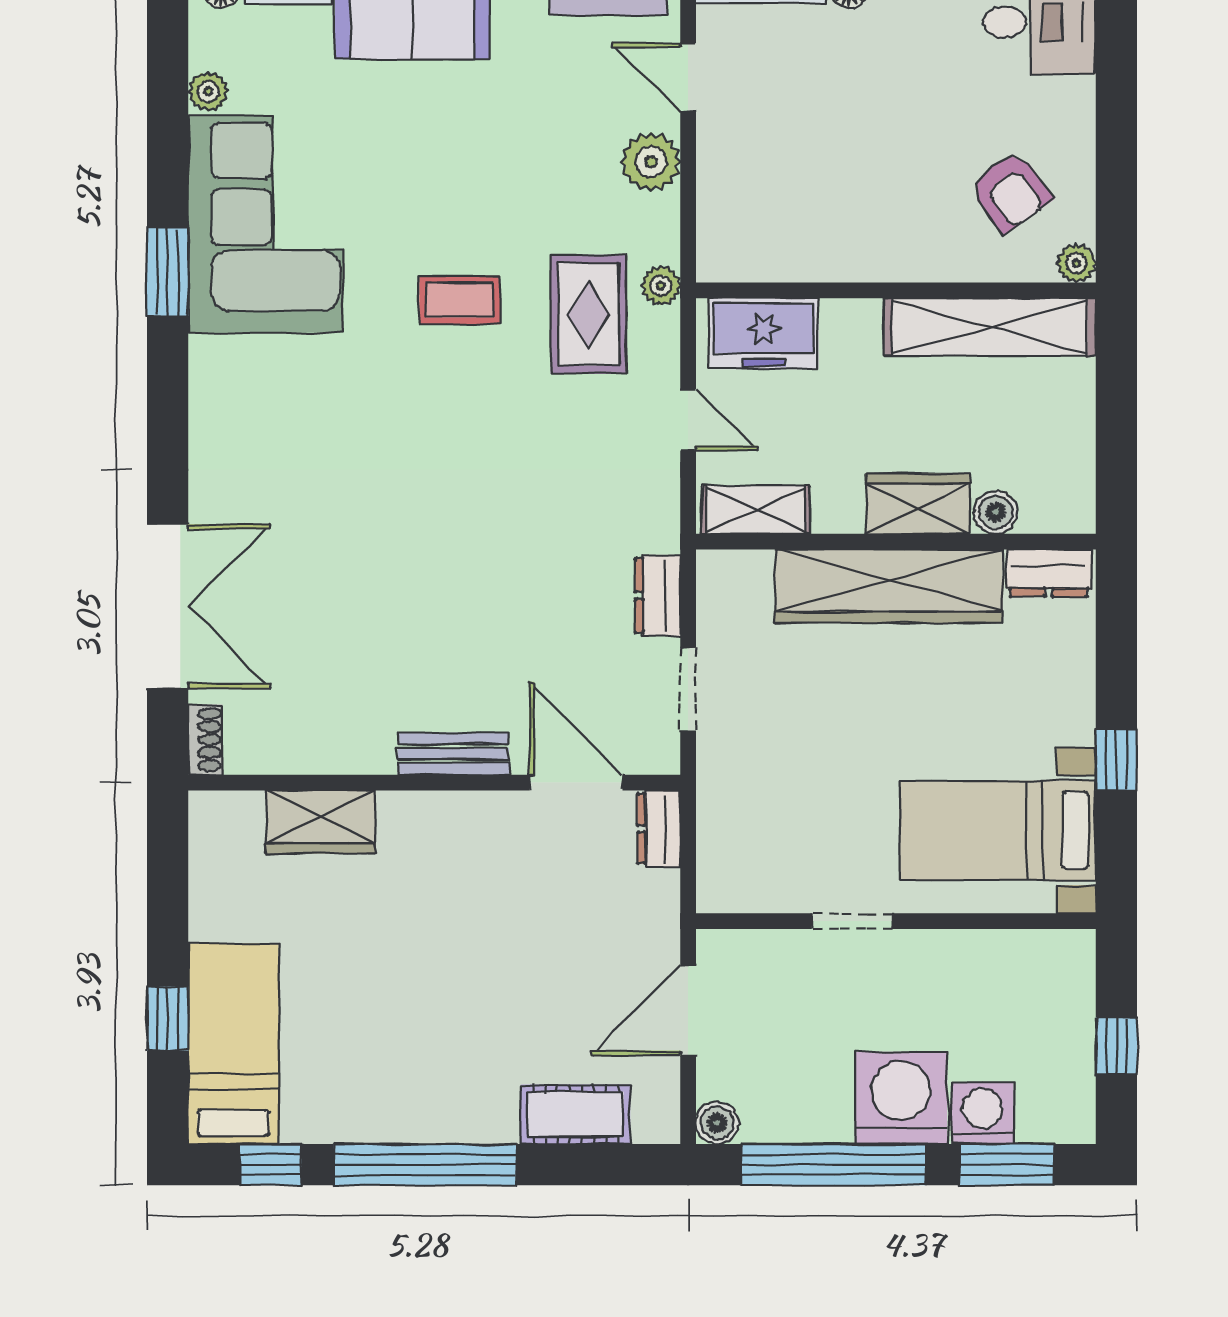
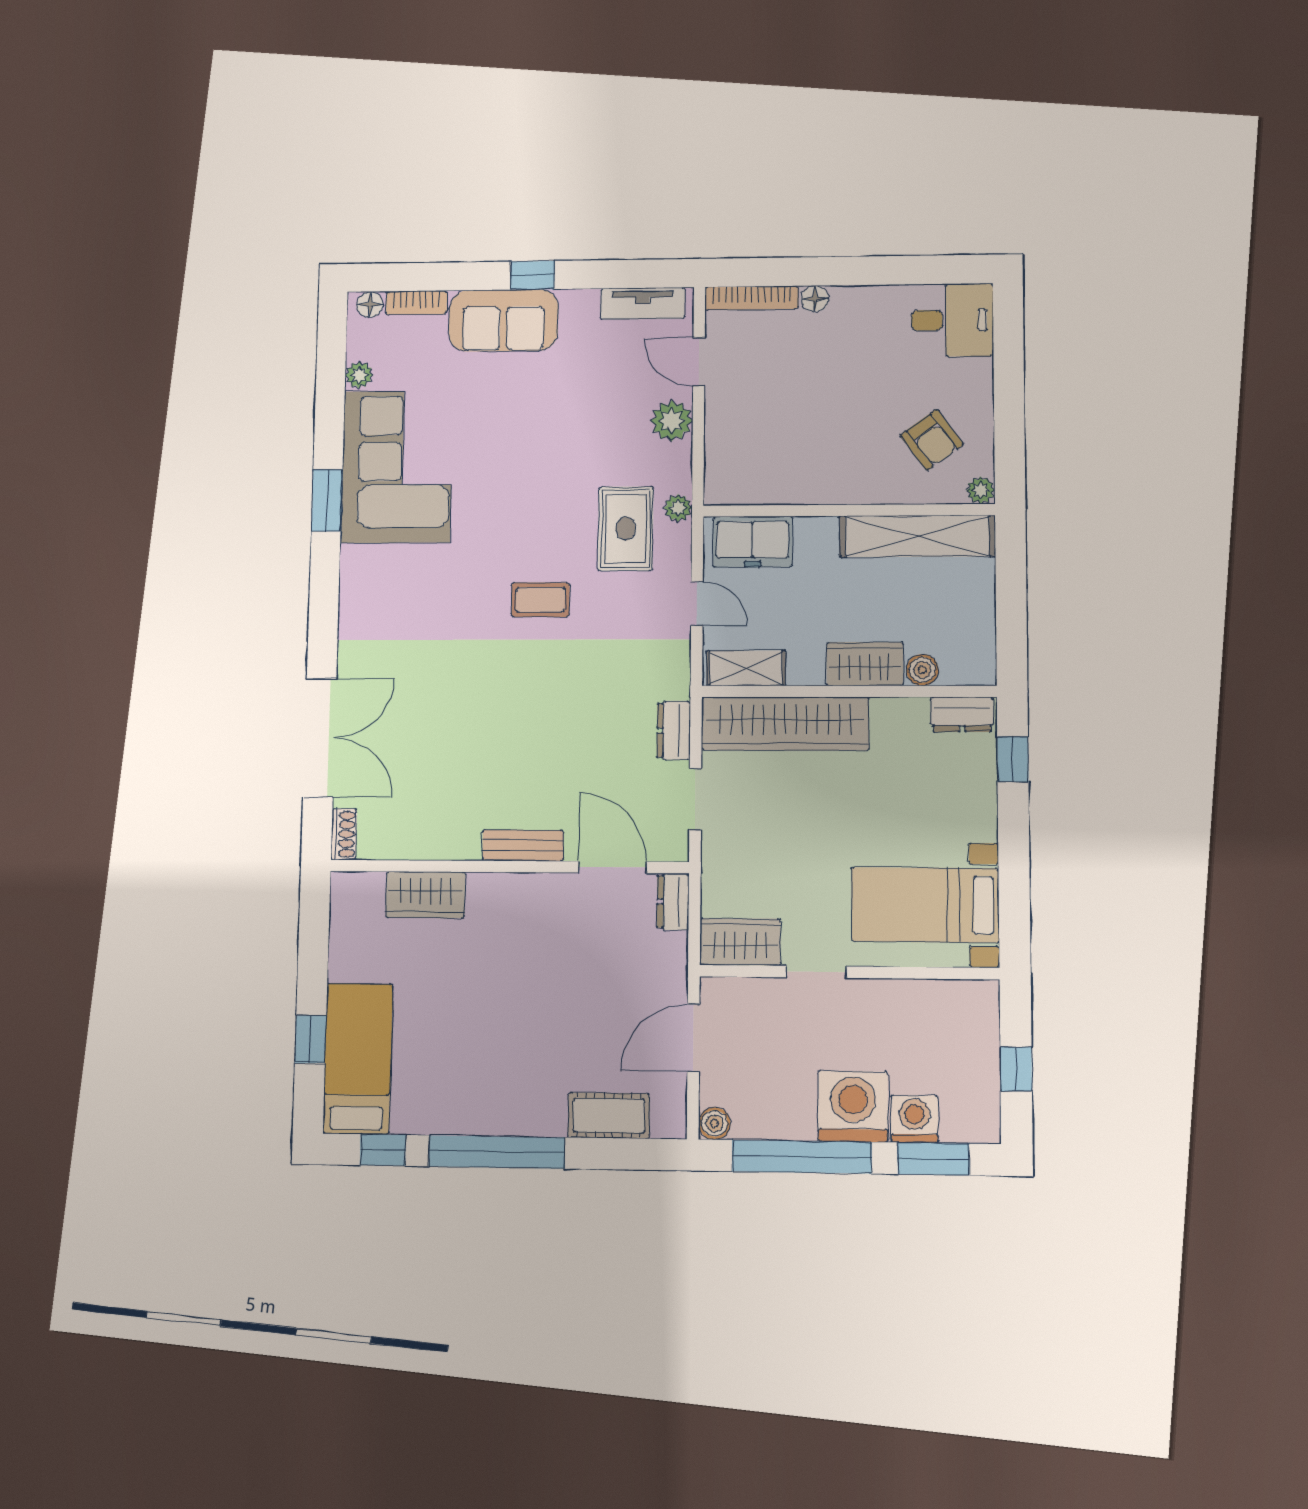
coffee table: (460, 300) -> (540, 600), moved
wardrobe: (889, 586) -> (785, 724), moved
window: (1116, 760) -> (1013, 759), moved
wardrobe: (750, 882) -> (740, 942), added

